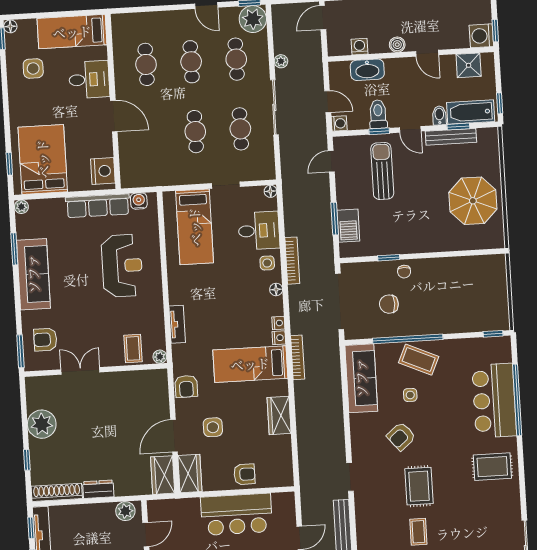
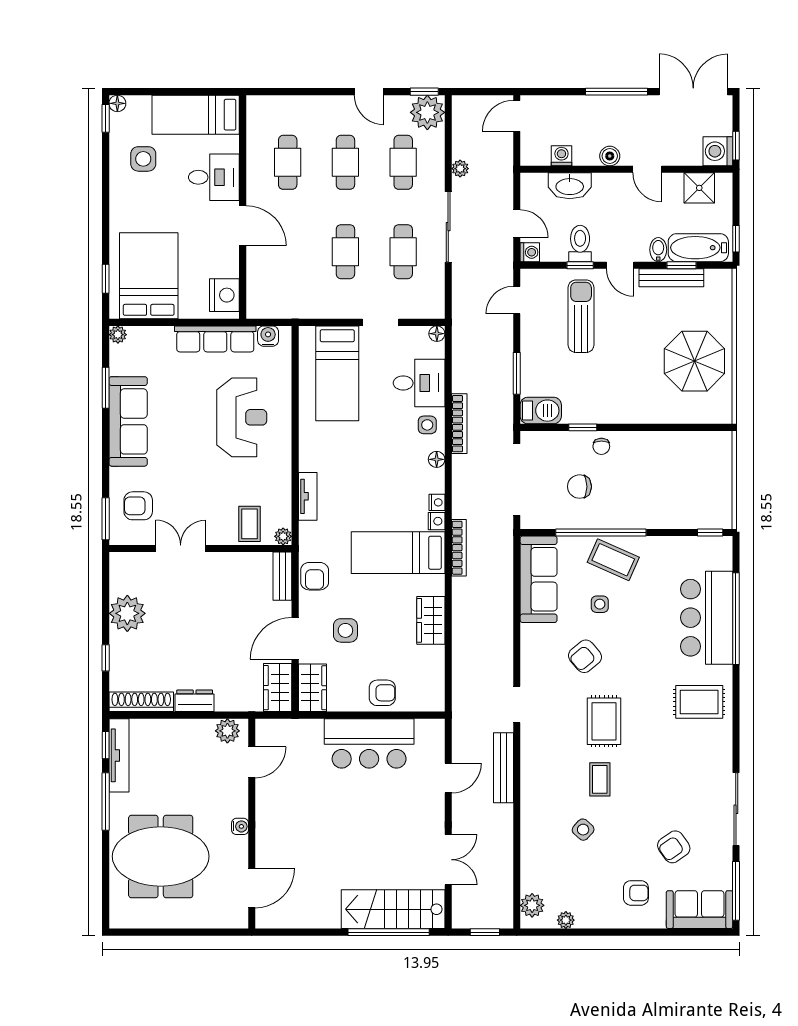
barbecue: (348, 226) -> (541, 411), moved, turned -90
bench: (161, 388) -> (282, 576), added

